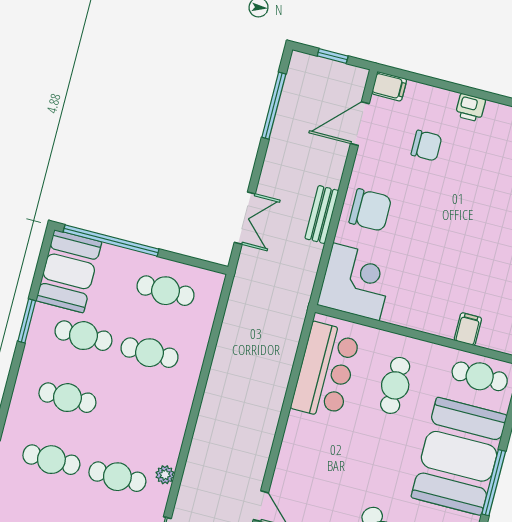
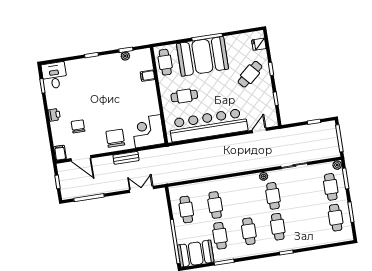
bar counter: (326, 371) -> (208, 125), width x1.86

